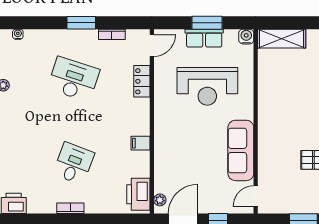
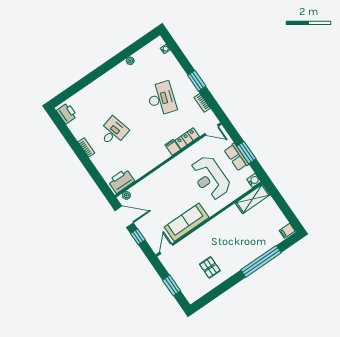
shelving: (282, 39) -> (253, 199), moved, turned 90
filing cabinet: (140, 143) -> (173, 147), moved
desk: (74, 163) -> (113, 132), turned -36
door: (256, 196) -> (166, 249), hinge flipped

